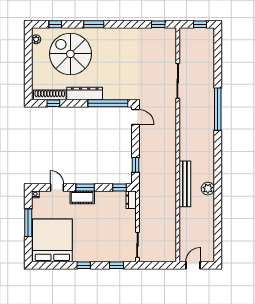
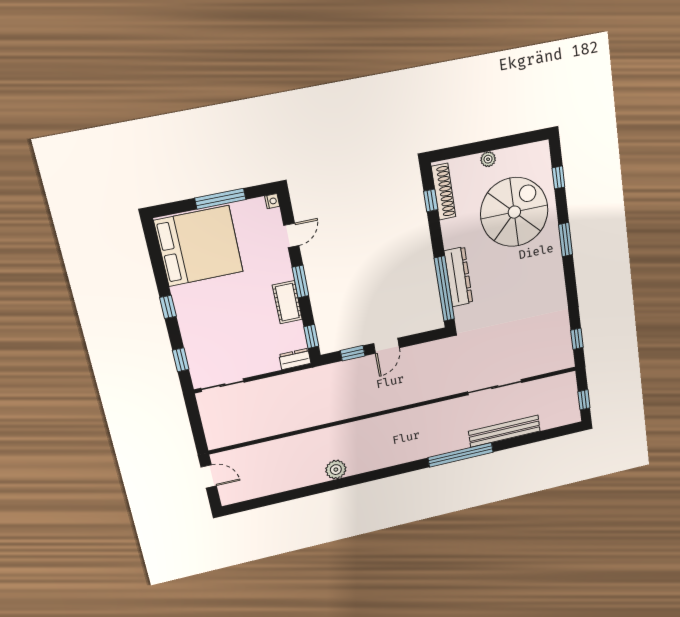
plant: (36, 39) -> (488, 159), moved
dresser: (85, 94) -> (458, 277), moved
door: (135, 117) -> (387, 346), moved
bench: (185, 184) -> (504, 431), moved
cot: (82, 197) -> (287, 302), moved

